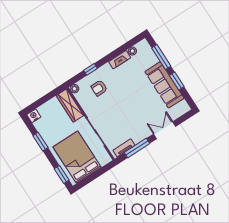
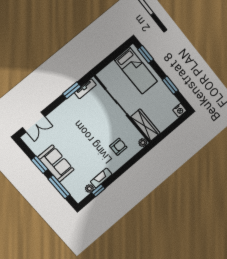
window: (91, 69) -> (98, 190), moved
sofa: (164, 85) -> (56, 163), width x0.73
double door: (165, 130) -> (34, 122), moved
window: (137, 148) -> (72, 90), width x0.69
bed: (77, 157) -> (136, 71), width x0.67

